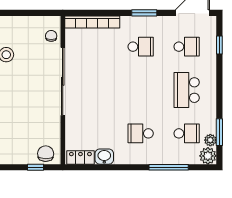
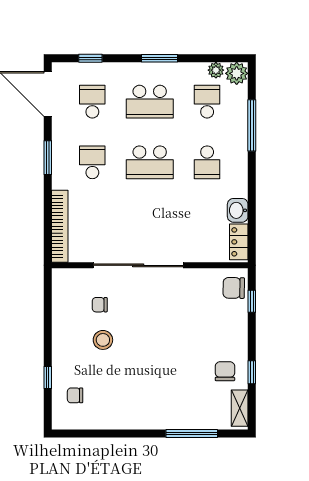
chair: (51, 36) -> (100, 305), moved
school desk: (141, 90) -> (150, 162), added
window: (219, 132) -> (160, 58), moved

